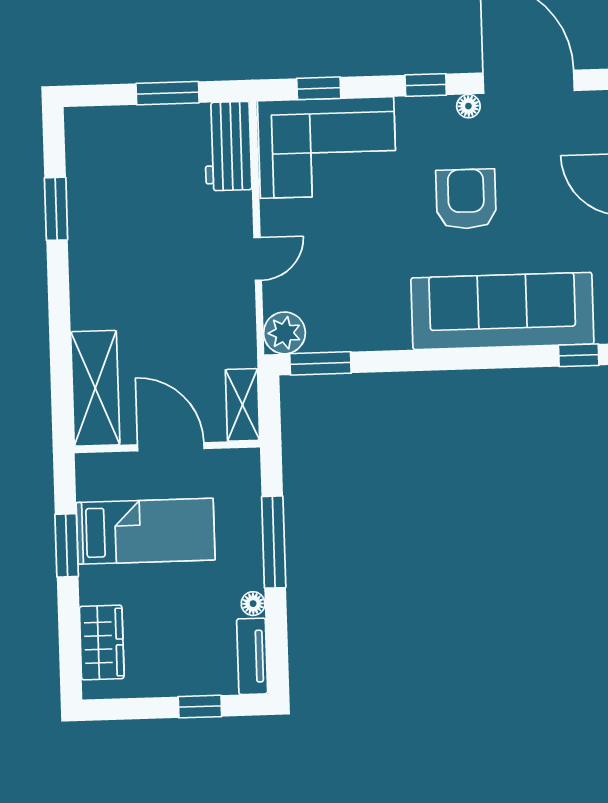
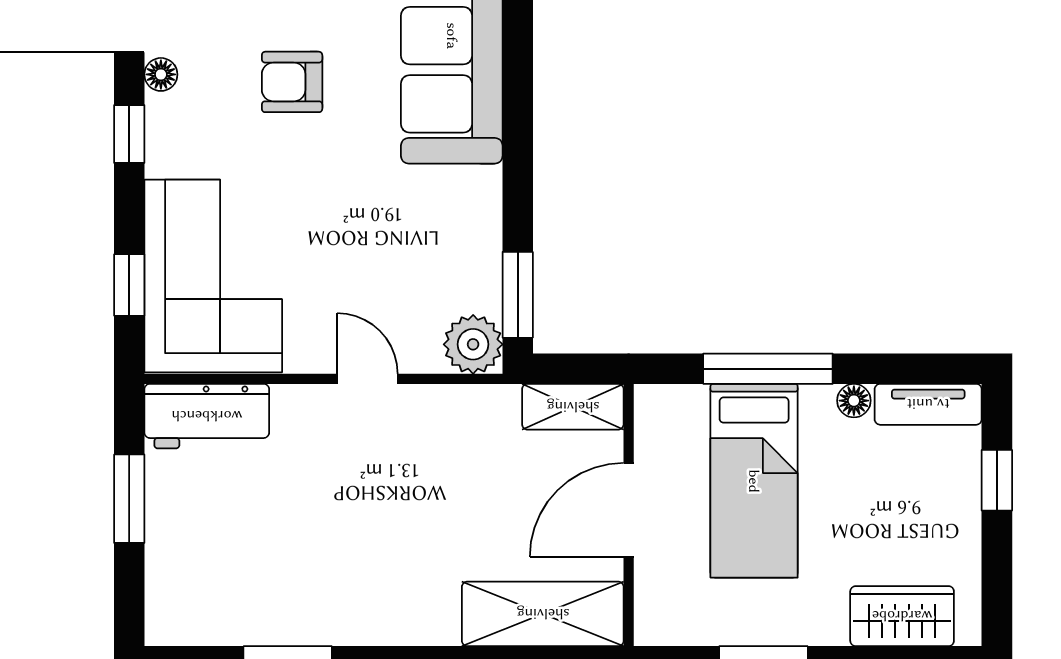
armchair: (466, 199) -> (292, 82), width x0.72, depth x0.72
bed: (146, 531) -> (754, 481), moved, turned 180

